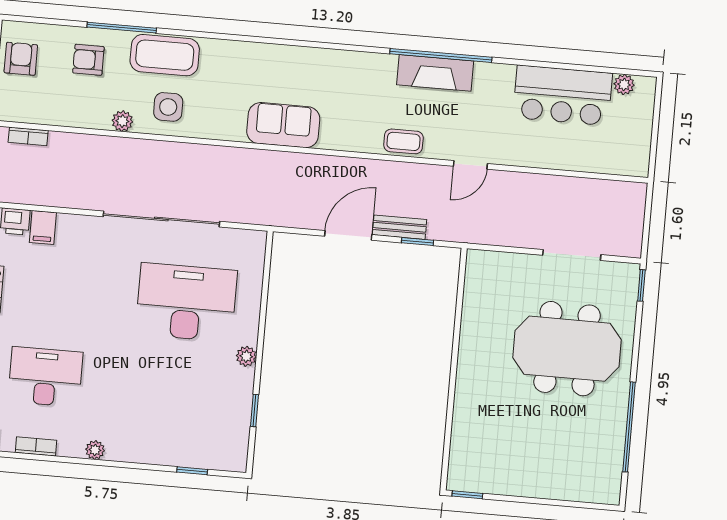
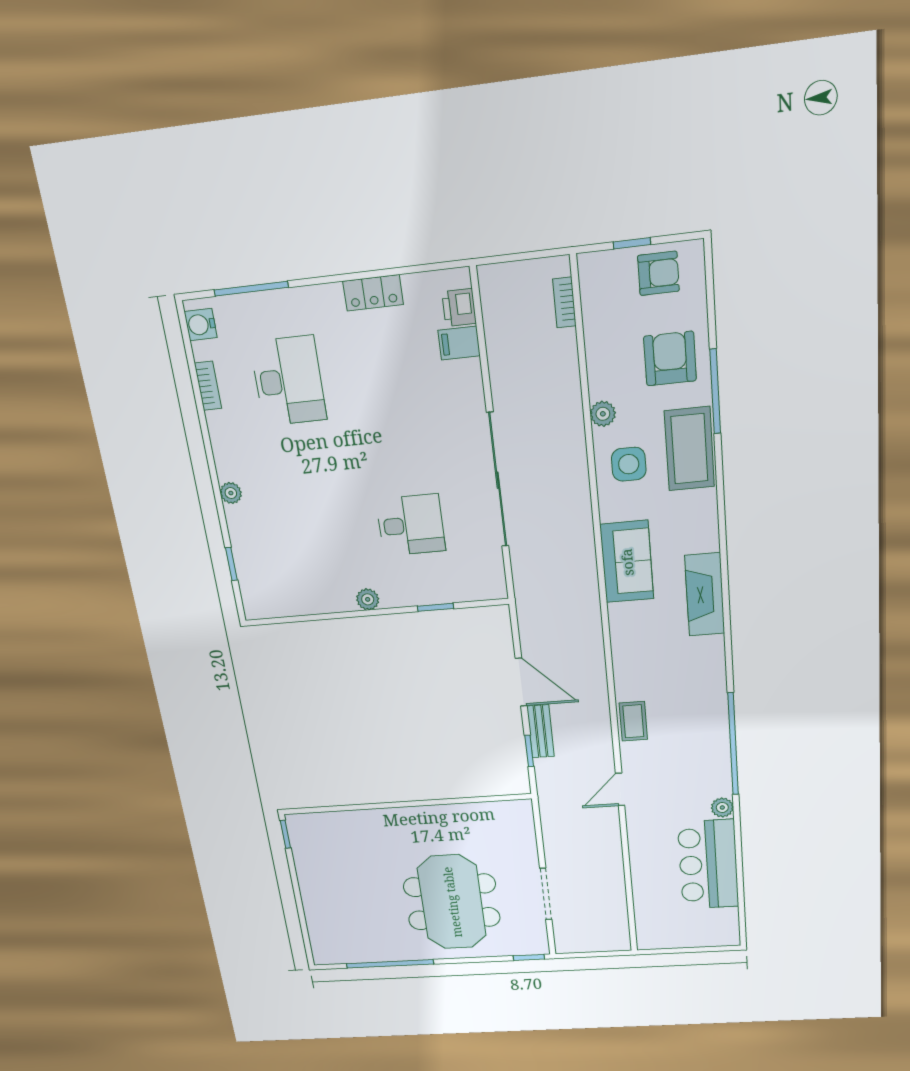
armchair: (88, 60) -> (670, 359), width x1.38, depth x1.38
fireplace: (435, 73) -> (705, 595), moved
plant: (624, 85) -> (722, 808), moved
sofa: (283, 125) -> (627, 562), moved
door: (470, 165) -> (620, 789), hinge flipped
desk: (186, 302) -> (411, 525), width x0.53, depth x0.77
window: (254, 410) -> (436, 607), moved
plant: (95, 450) -> (231, 493), moved

